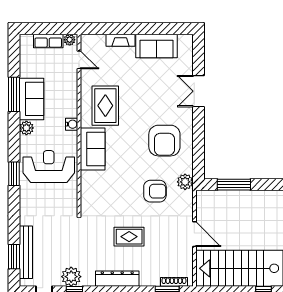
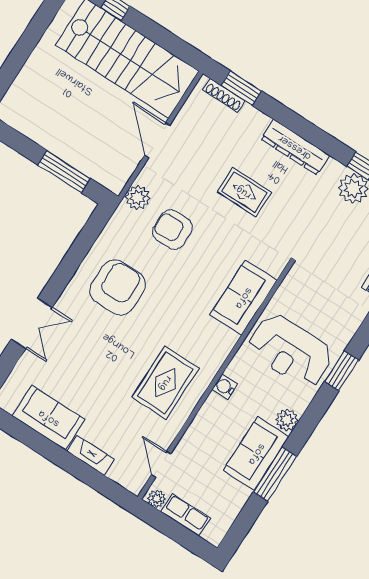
sofa: (93, 149) -> (243, 298), moved
plant: (185, 182) -> (138, 197), moved

